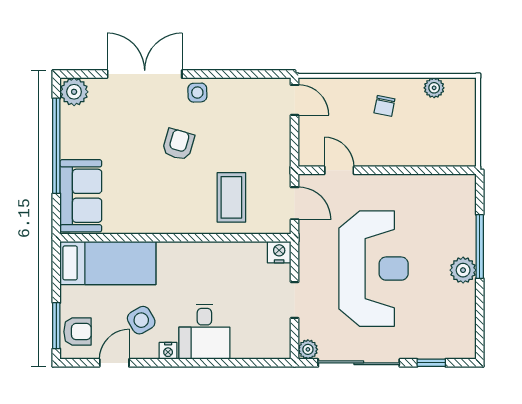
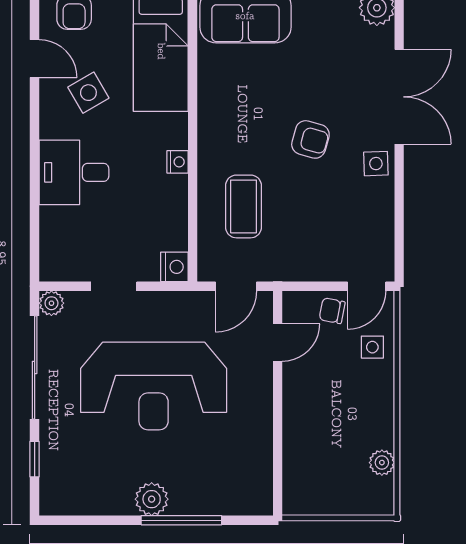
side table: (343, 95) -> (372, 347), added
chair: (384, 106) -> (332, 311), moved
coffee table: (231, 197) -> (244, 206), turned 90
nightstand: (168, 351) -> (177, 162), moved, turned 180

